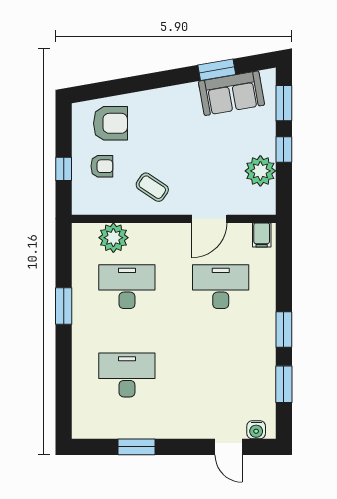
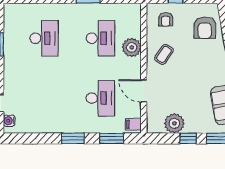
armchair: (102, 166) -> (166, 19), moved
plant: (113, 238) -> (132, 47), moved
window: (284, 384) -> (112, 138), moved

